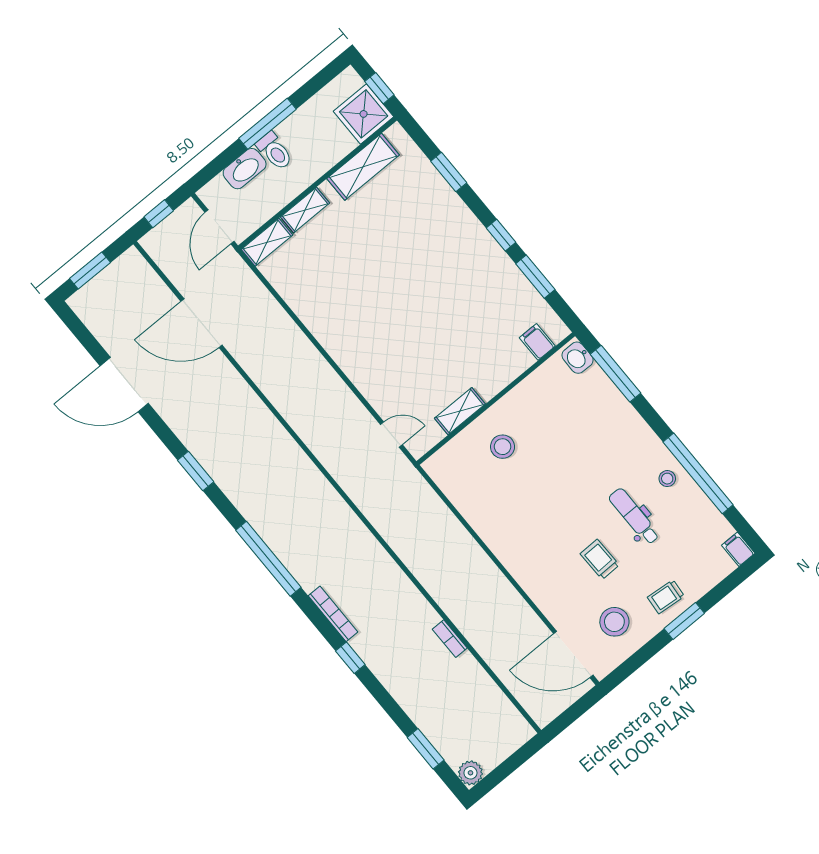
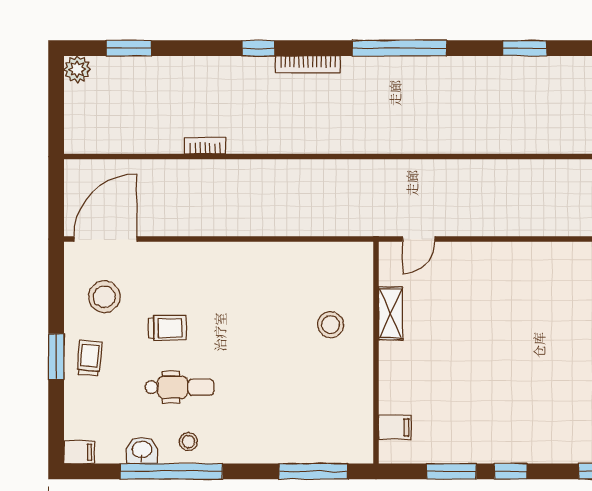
washbasin: (578, 358) -> (142, 450), moved

